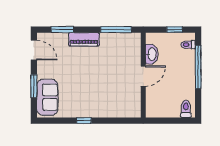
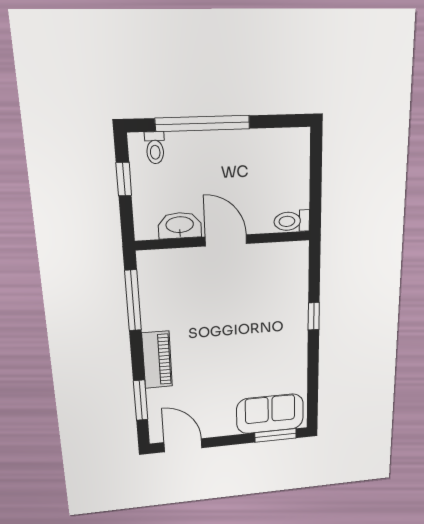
door: (34, 50) -> (183, 445), hinge flipped
window: (34, 86) -> (276, 435), moved
toilet: (186, 109) -> (292, 221), moved
window: (84, 121) -> (314, 316), moved

